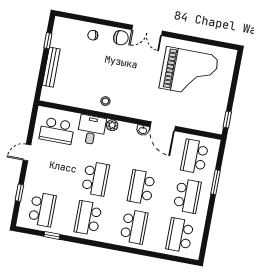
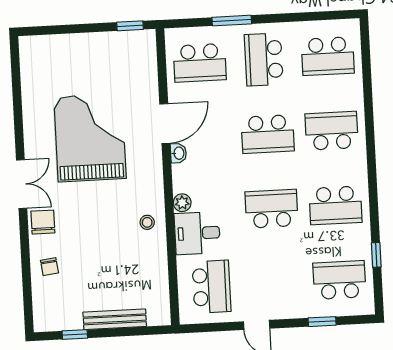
grand piano: (189, 72) -> (90, 138), moved
school desk: (187, 196) -> (264, 59), turned -90

